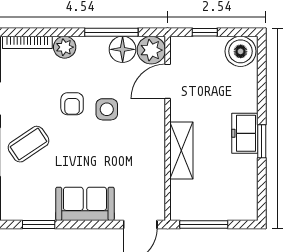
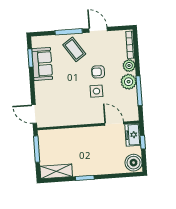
floor lamp: (123, 49) -> (130, 98), removed
plant: (151, 50) -> (129, 82), moved
freezer: (245, 133) -> (133, 135), moved, turned -90
shelving: (181, 150) -> (56, 171), moved
sofa: (85, 204) -> (42, 64), moved

